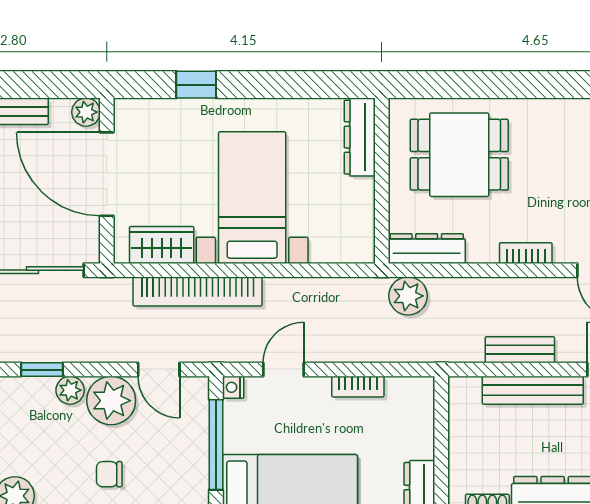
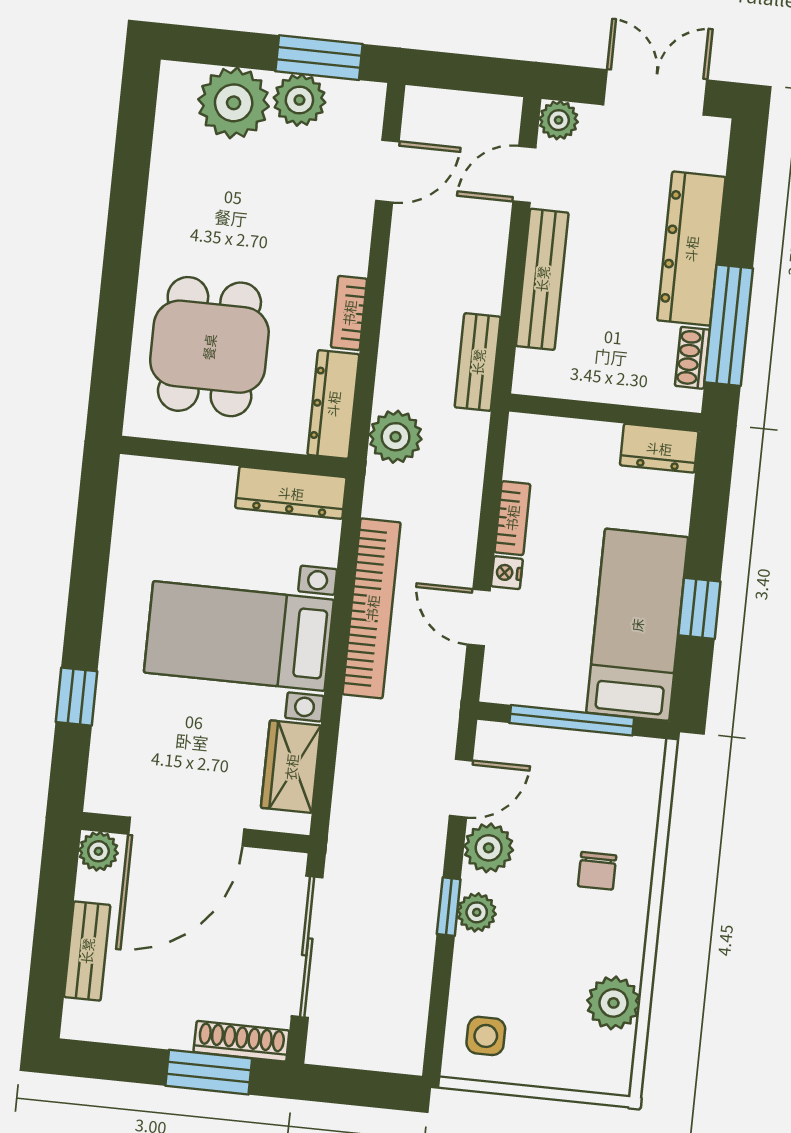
dresser: (360, 137) -> (291, 493), moved
bookcase: (526, 253) -> (349, 313), moved
bookcase: (198, 291) -> (372, 608), moved
bench: (520, 350) -> (478, 362), moved
window: (42, 370) -> (449, 907), moved
nightstand: (233, 387) -> (507, 573), moved, turned 90
plant: (111, 401) -> (489, 848), width x0.73, depth x0.73

